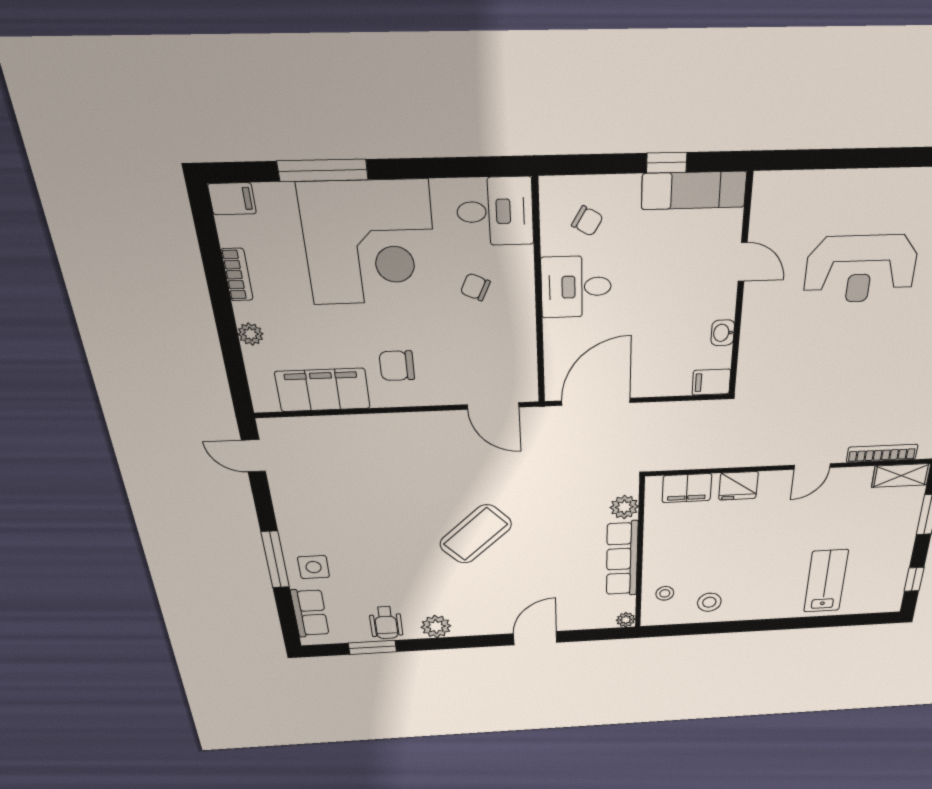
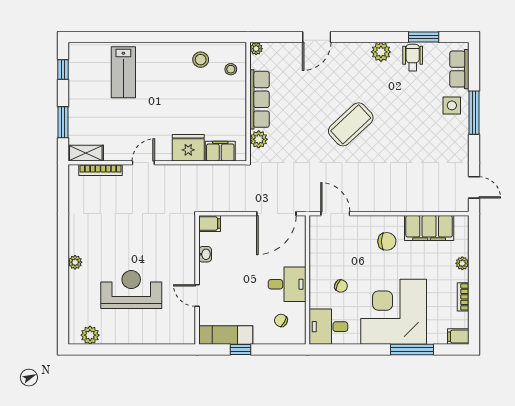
fridge: (738, 486) -> (188, 148), width x1.36, depth x1.34

